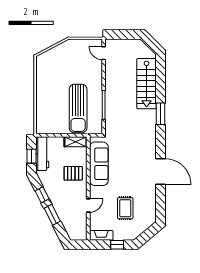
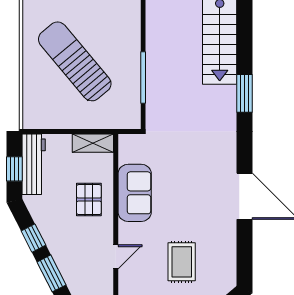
sun lounger: (78, 109) -> (75, 61), moved, turned 140
sofa: (99, 164) -> (135, 193), width x0.73
pallet: (73, 173) -> (89, 200), turned 90

